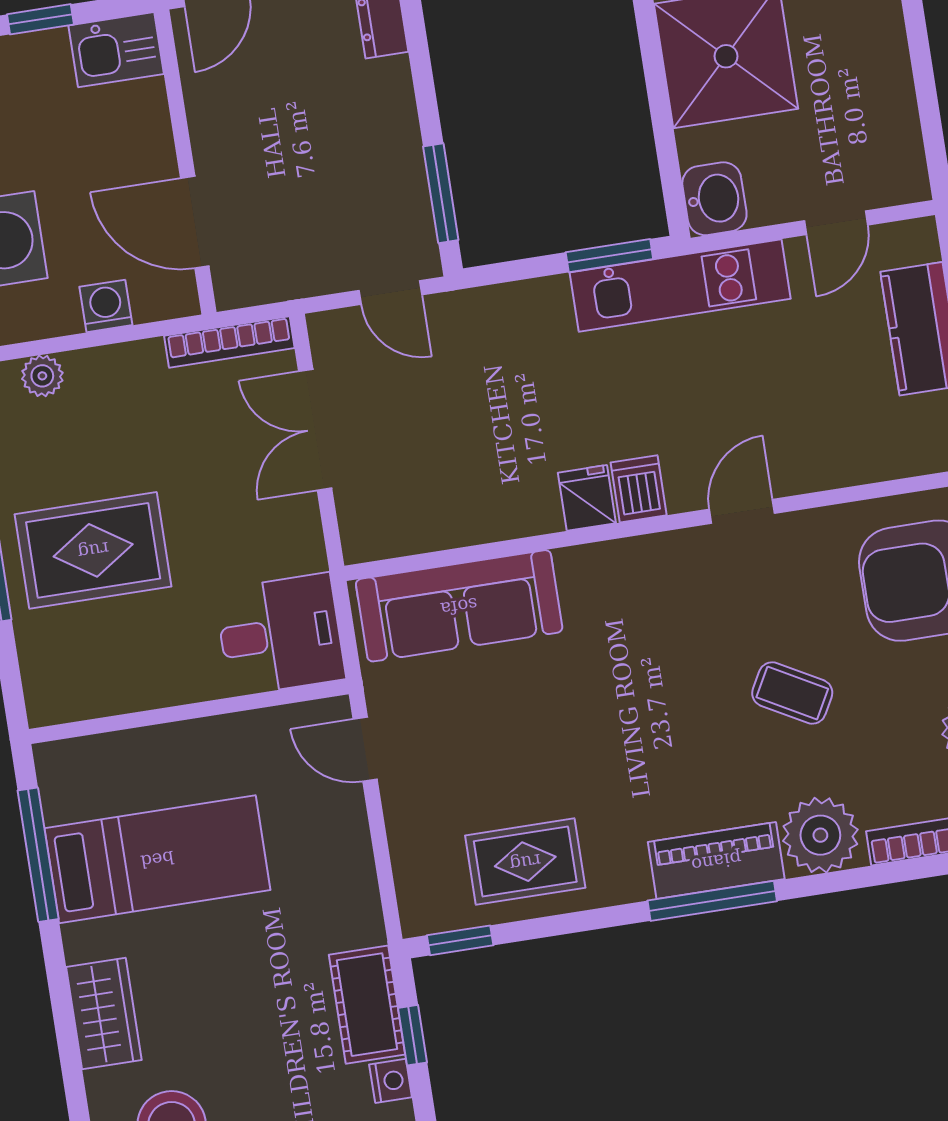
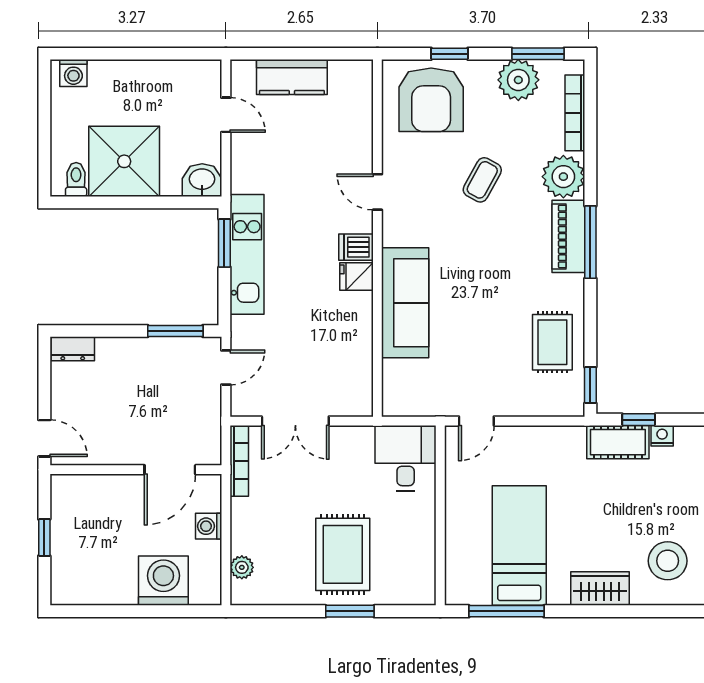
kitchen sink: (116, 50) -> (68, 498), removed
kitchen unit: (680, 286) -> (247, 254), moved
sofa: (459, 606) -> (405, 303), moved

